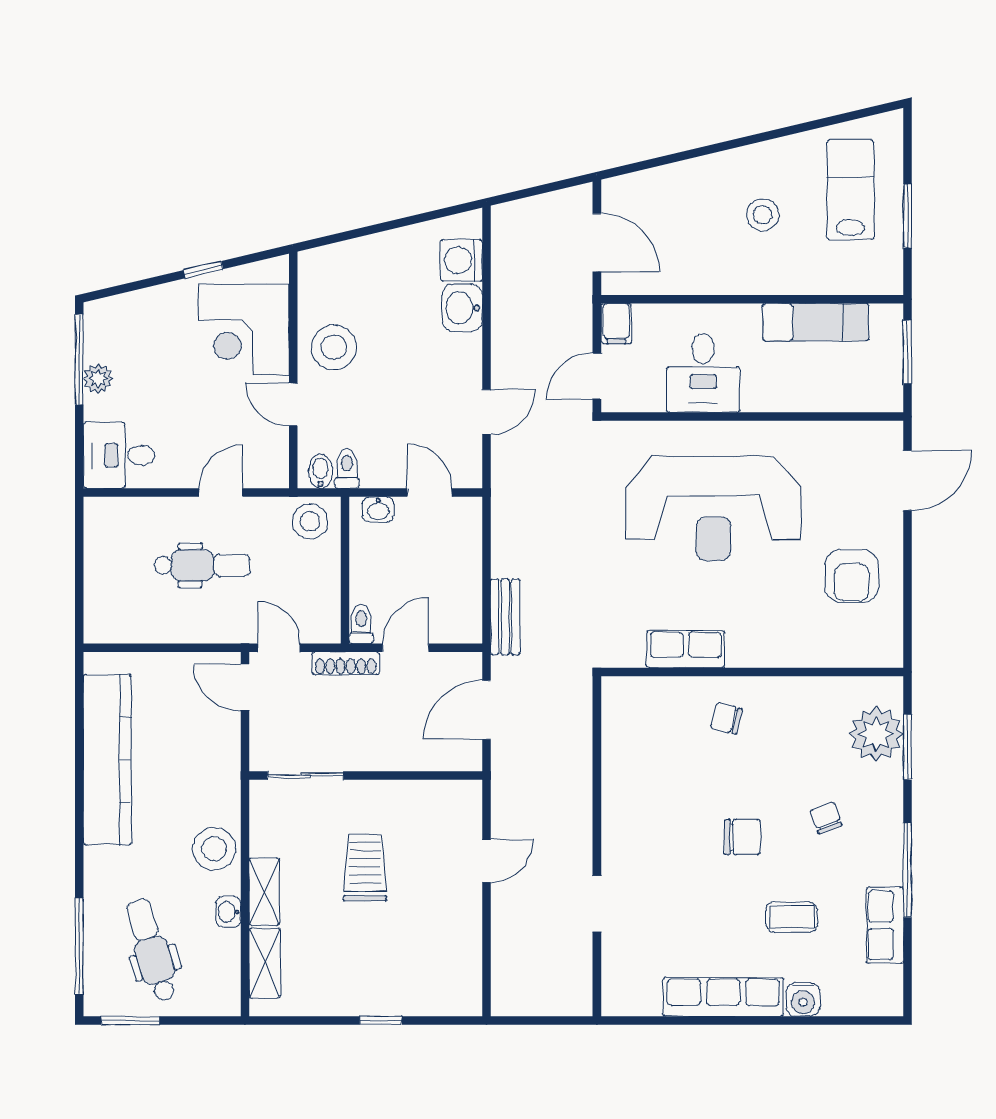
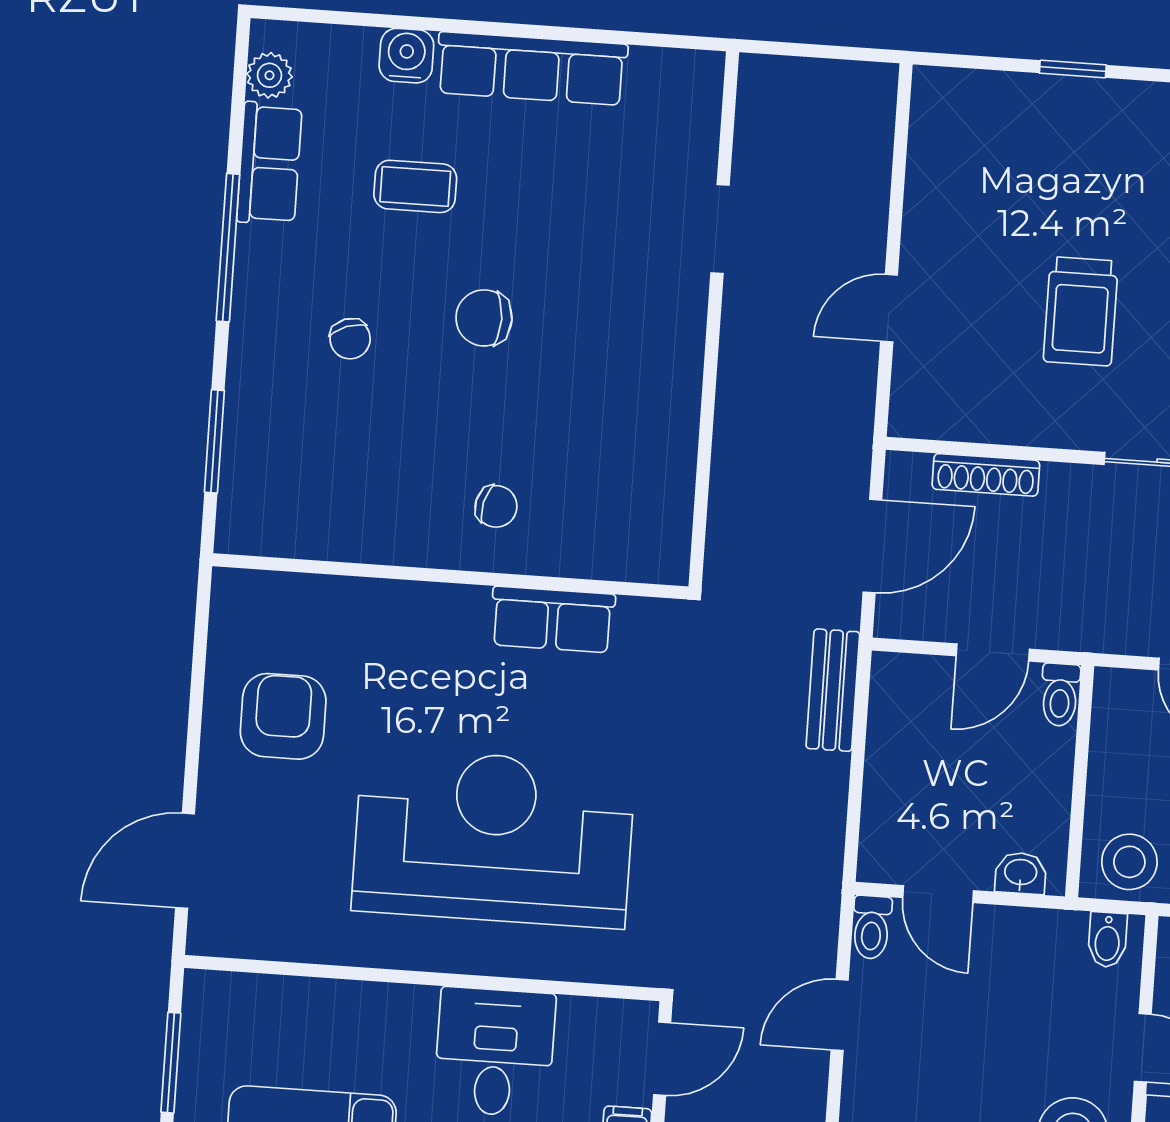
toilet: (347, 469) -> (872, 927), moved
shoe rack: (346, 663) -> (986, 475), moved, turned 180
plant: (876, 734) -> (269, 75), moved, width x0.53, depth x0.53

